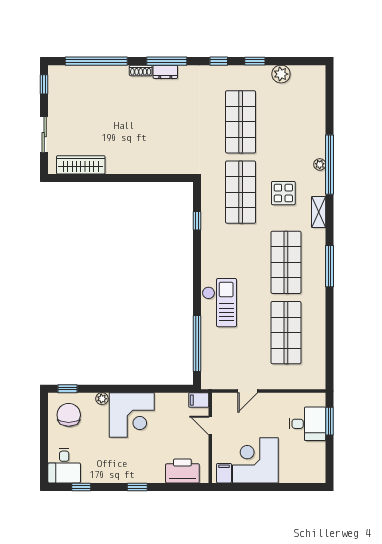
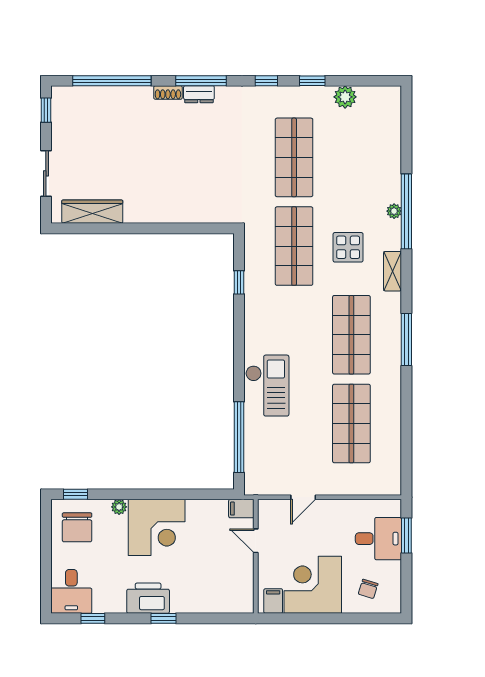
chair: (69, 415) -> (77, 527), turned 180
chair: (299, 464) -> (368, 589), added
printer: (182, 471) -> (148, 598), moved

